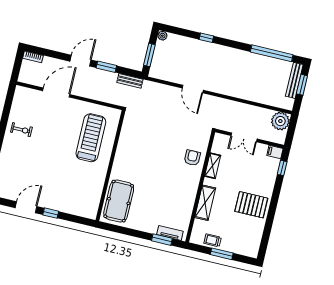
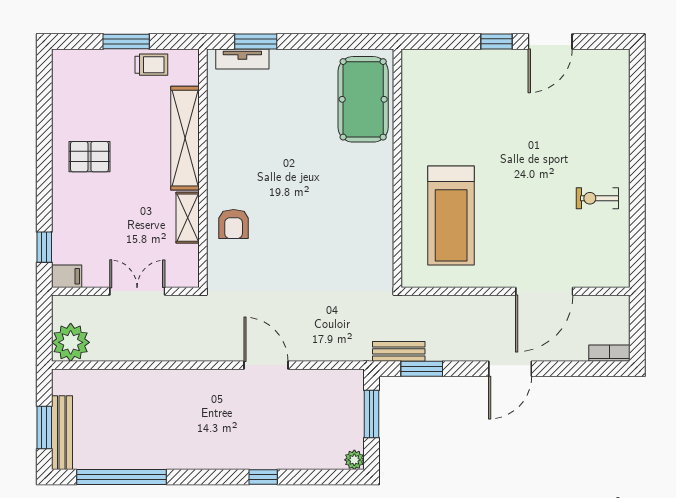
window: (106, 67) -> (422, 369), moved
shelving: (205, 203) -> (185, 138), width x1.47
pallet: (251, 205) -> (89, 157), width x0.67, depth x0.71

